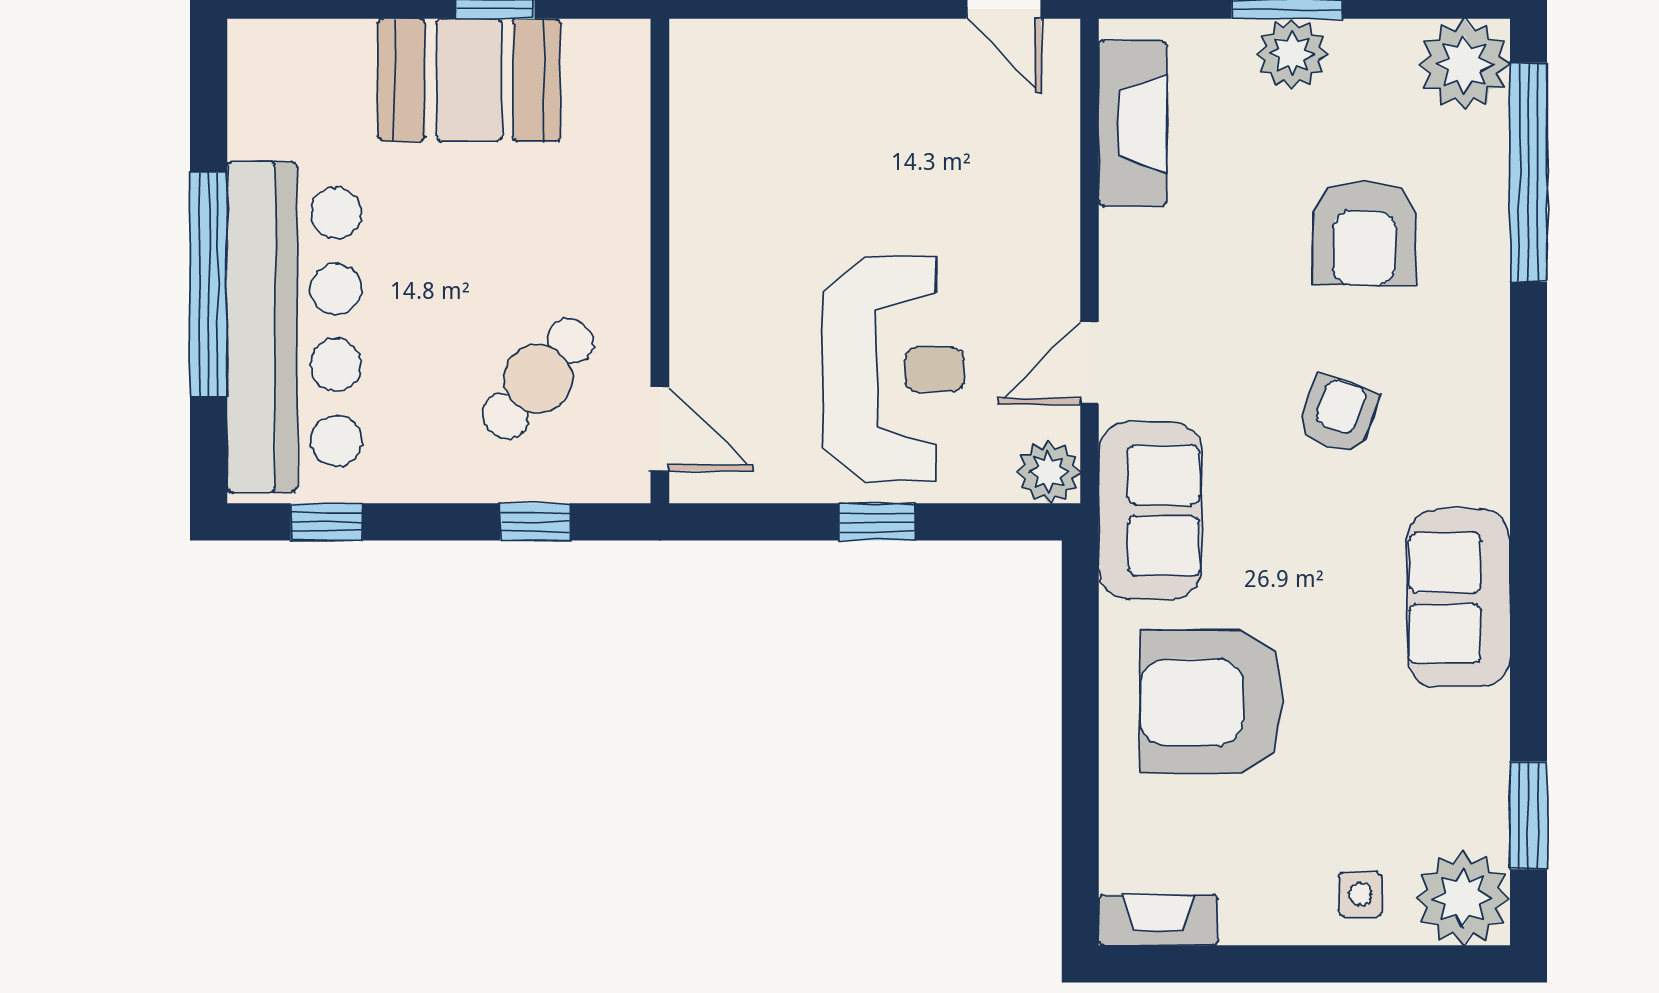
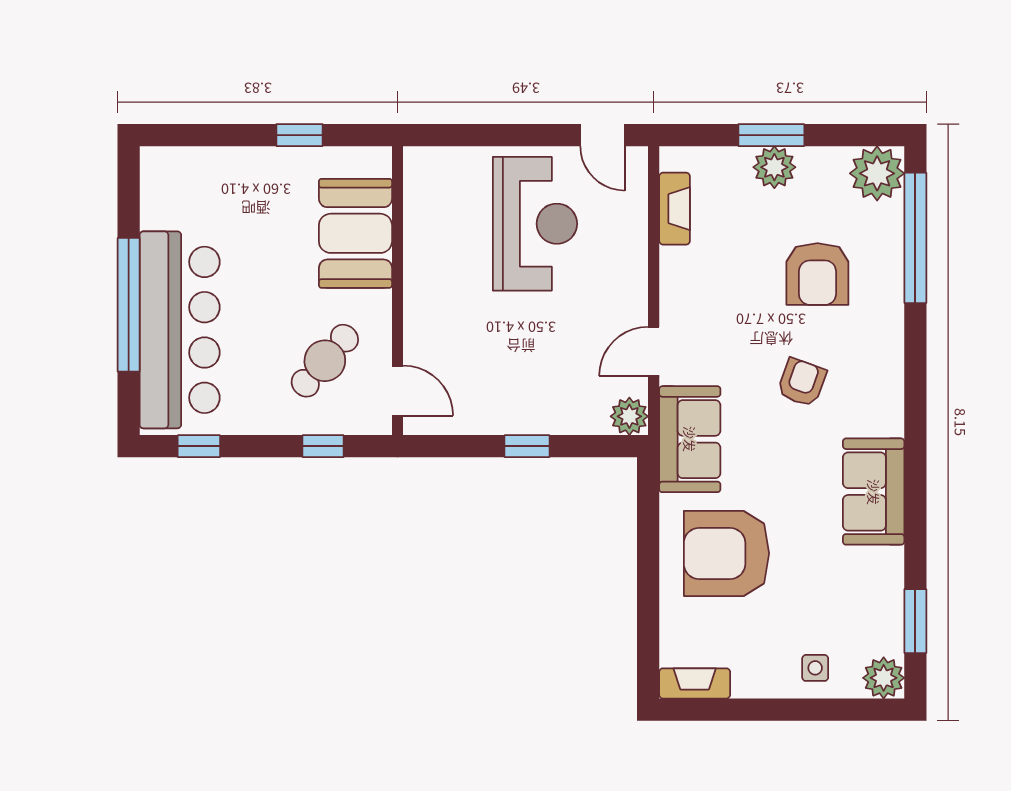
booth: (469, 80) -> (355, 233), moved, turned 90
fireplace: (1133, 124) -> (675, 209), width x0.73, depth x0.76
reception desk: (894, 369) -> (535, 224), moved
plant: (1463, 898) -> (884, 678), width x0.73, depth x0.73

